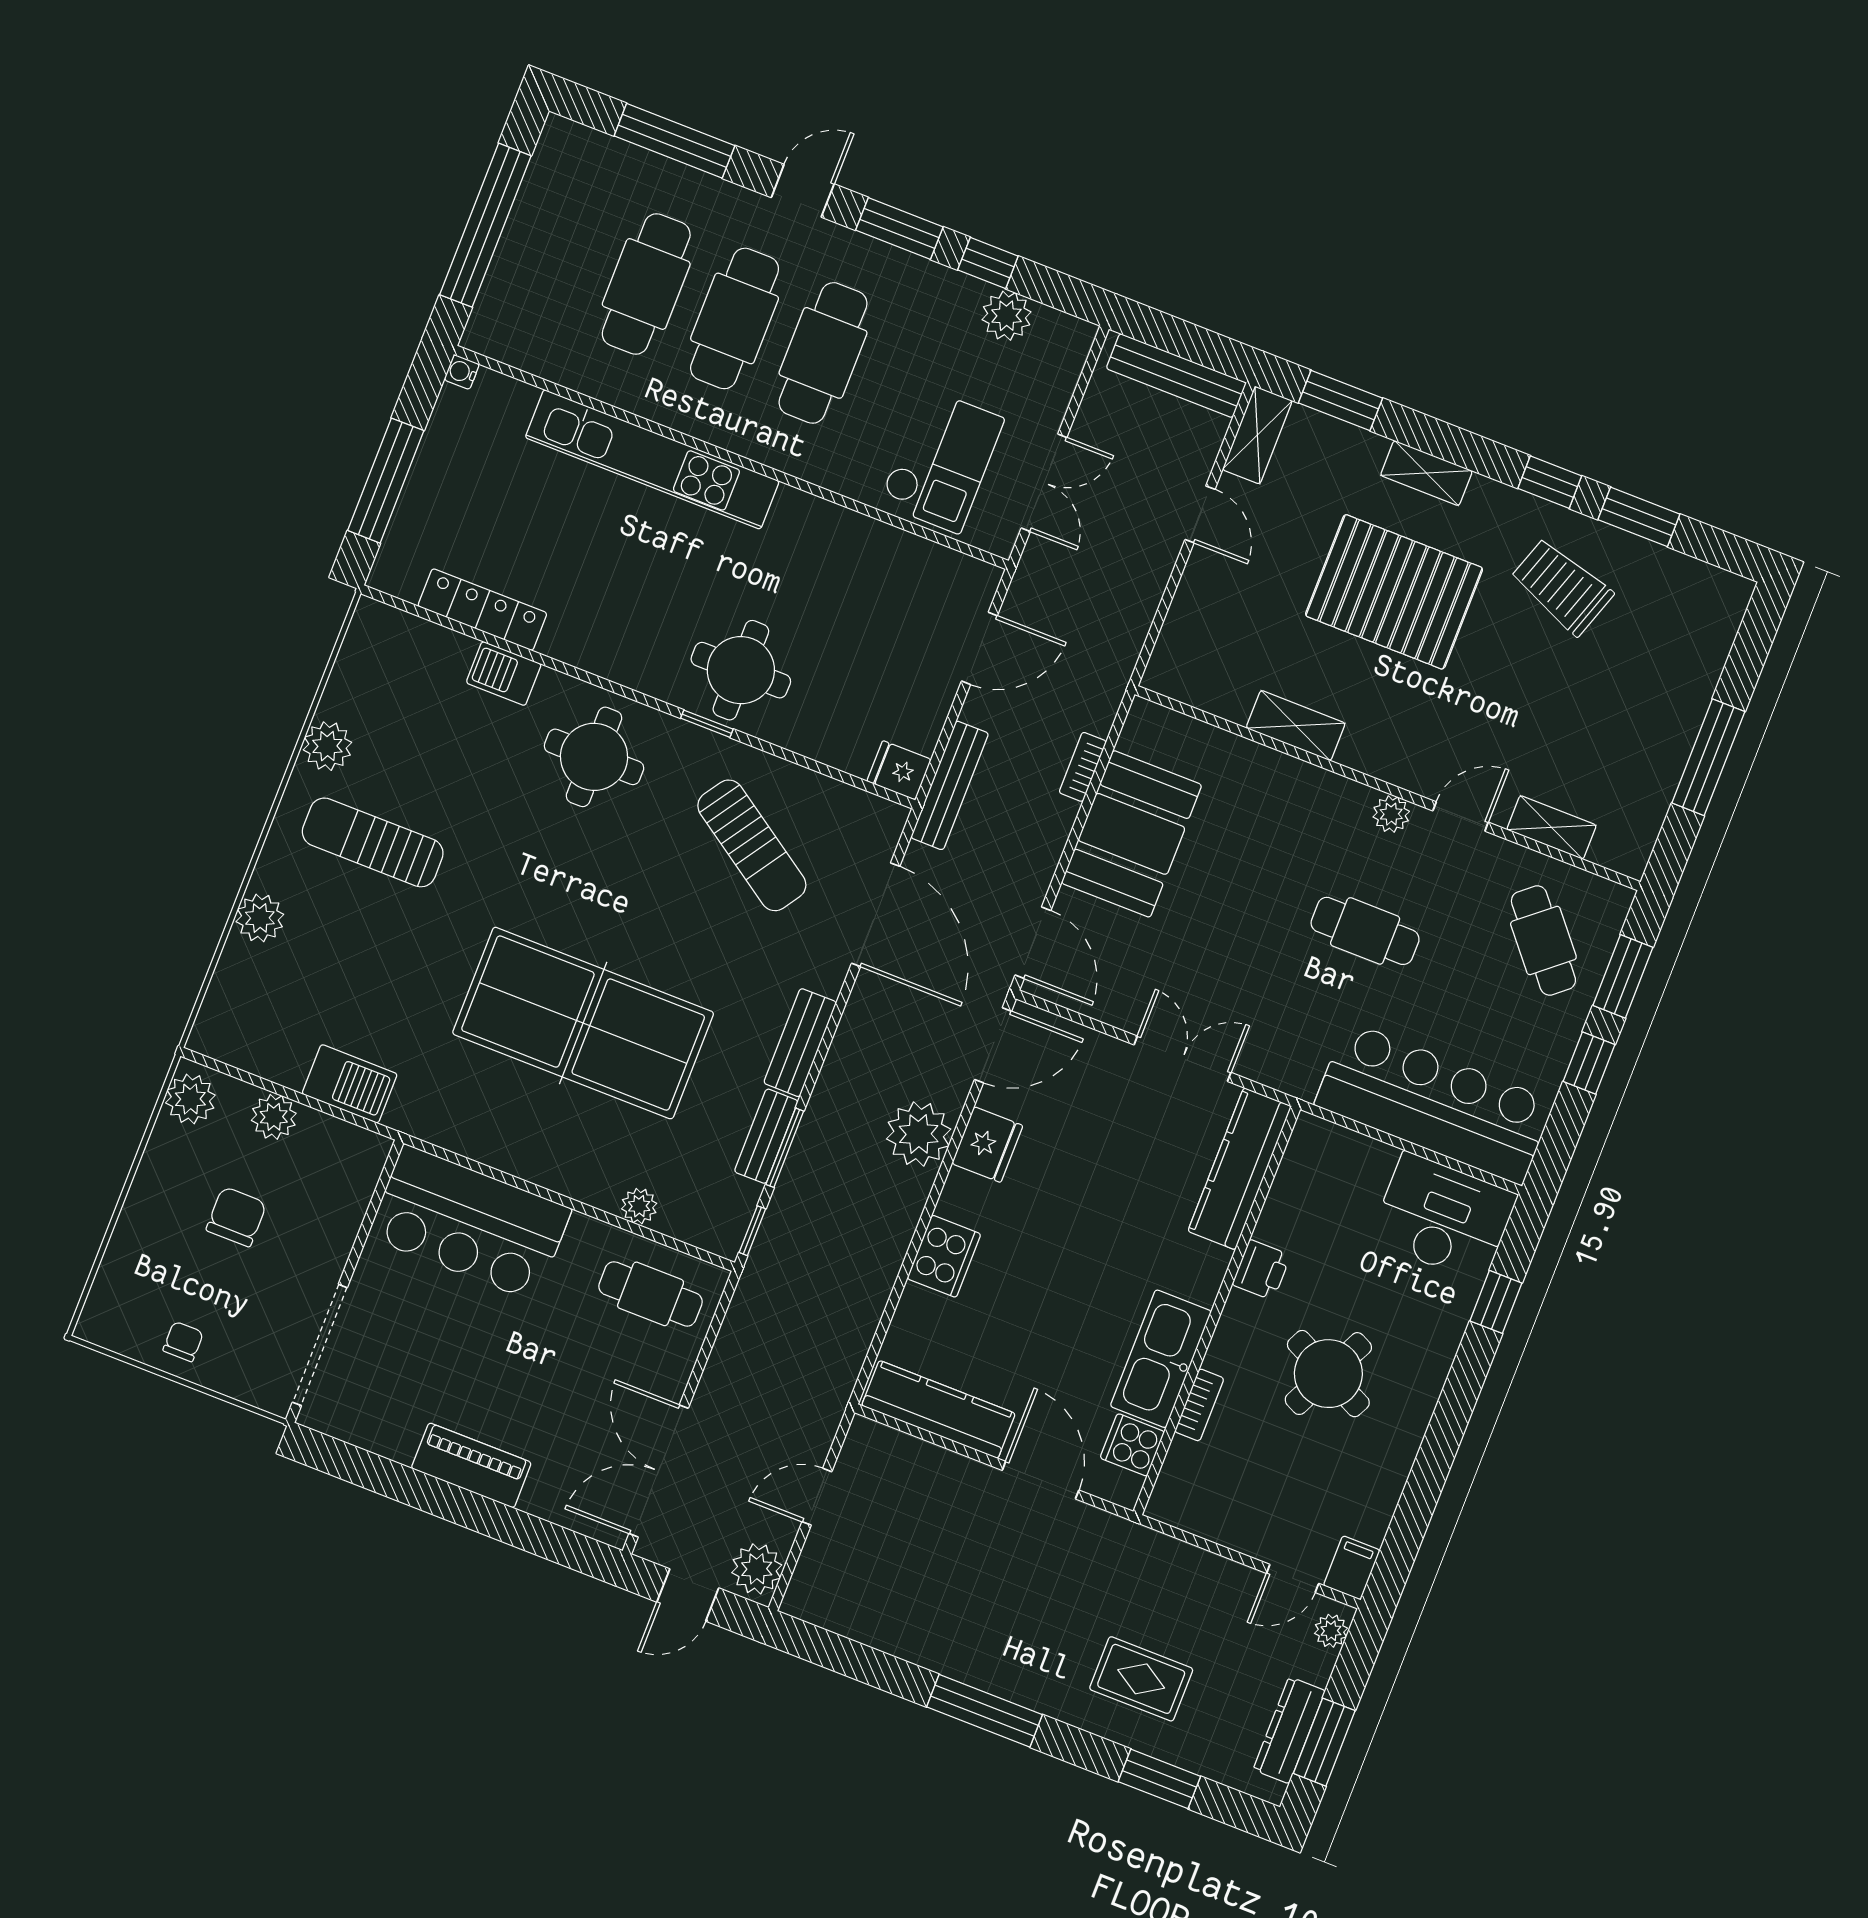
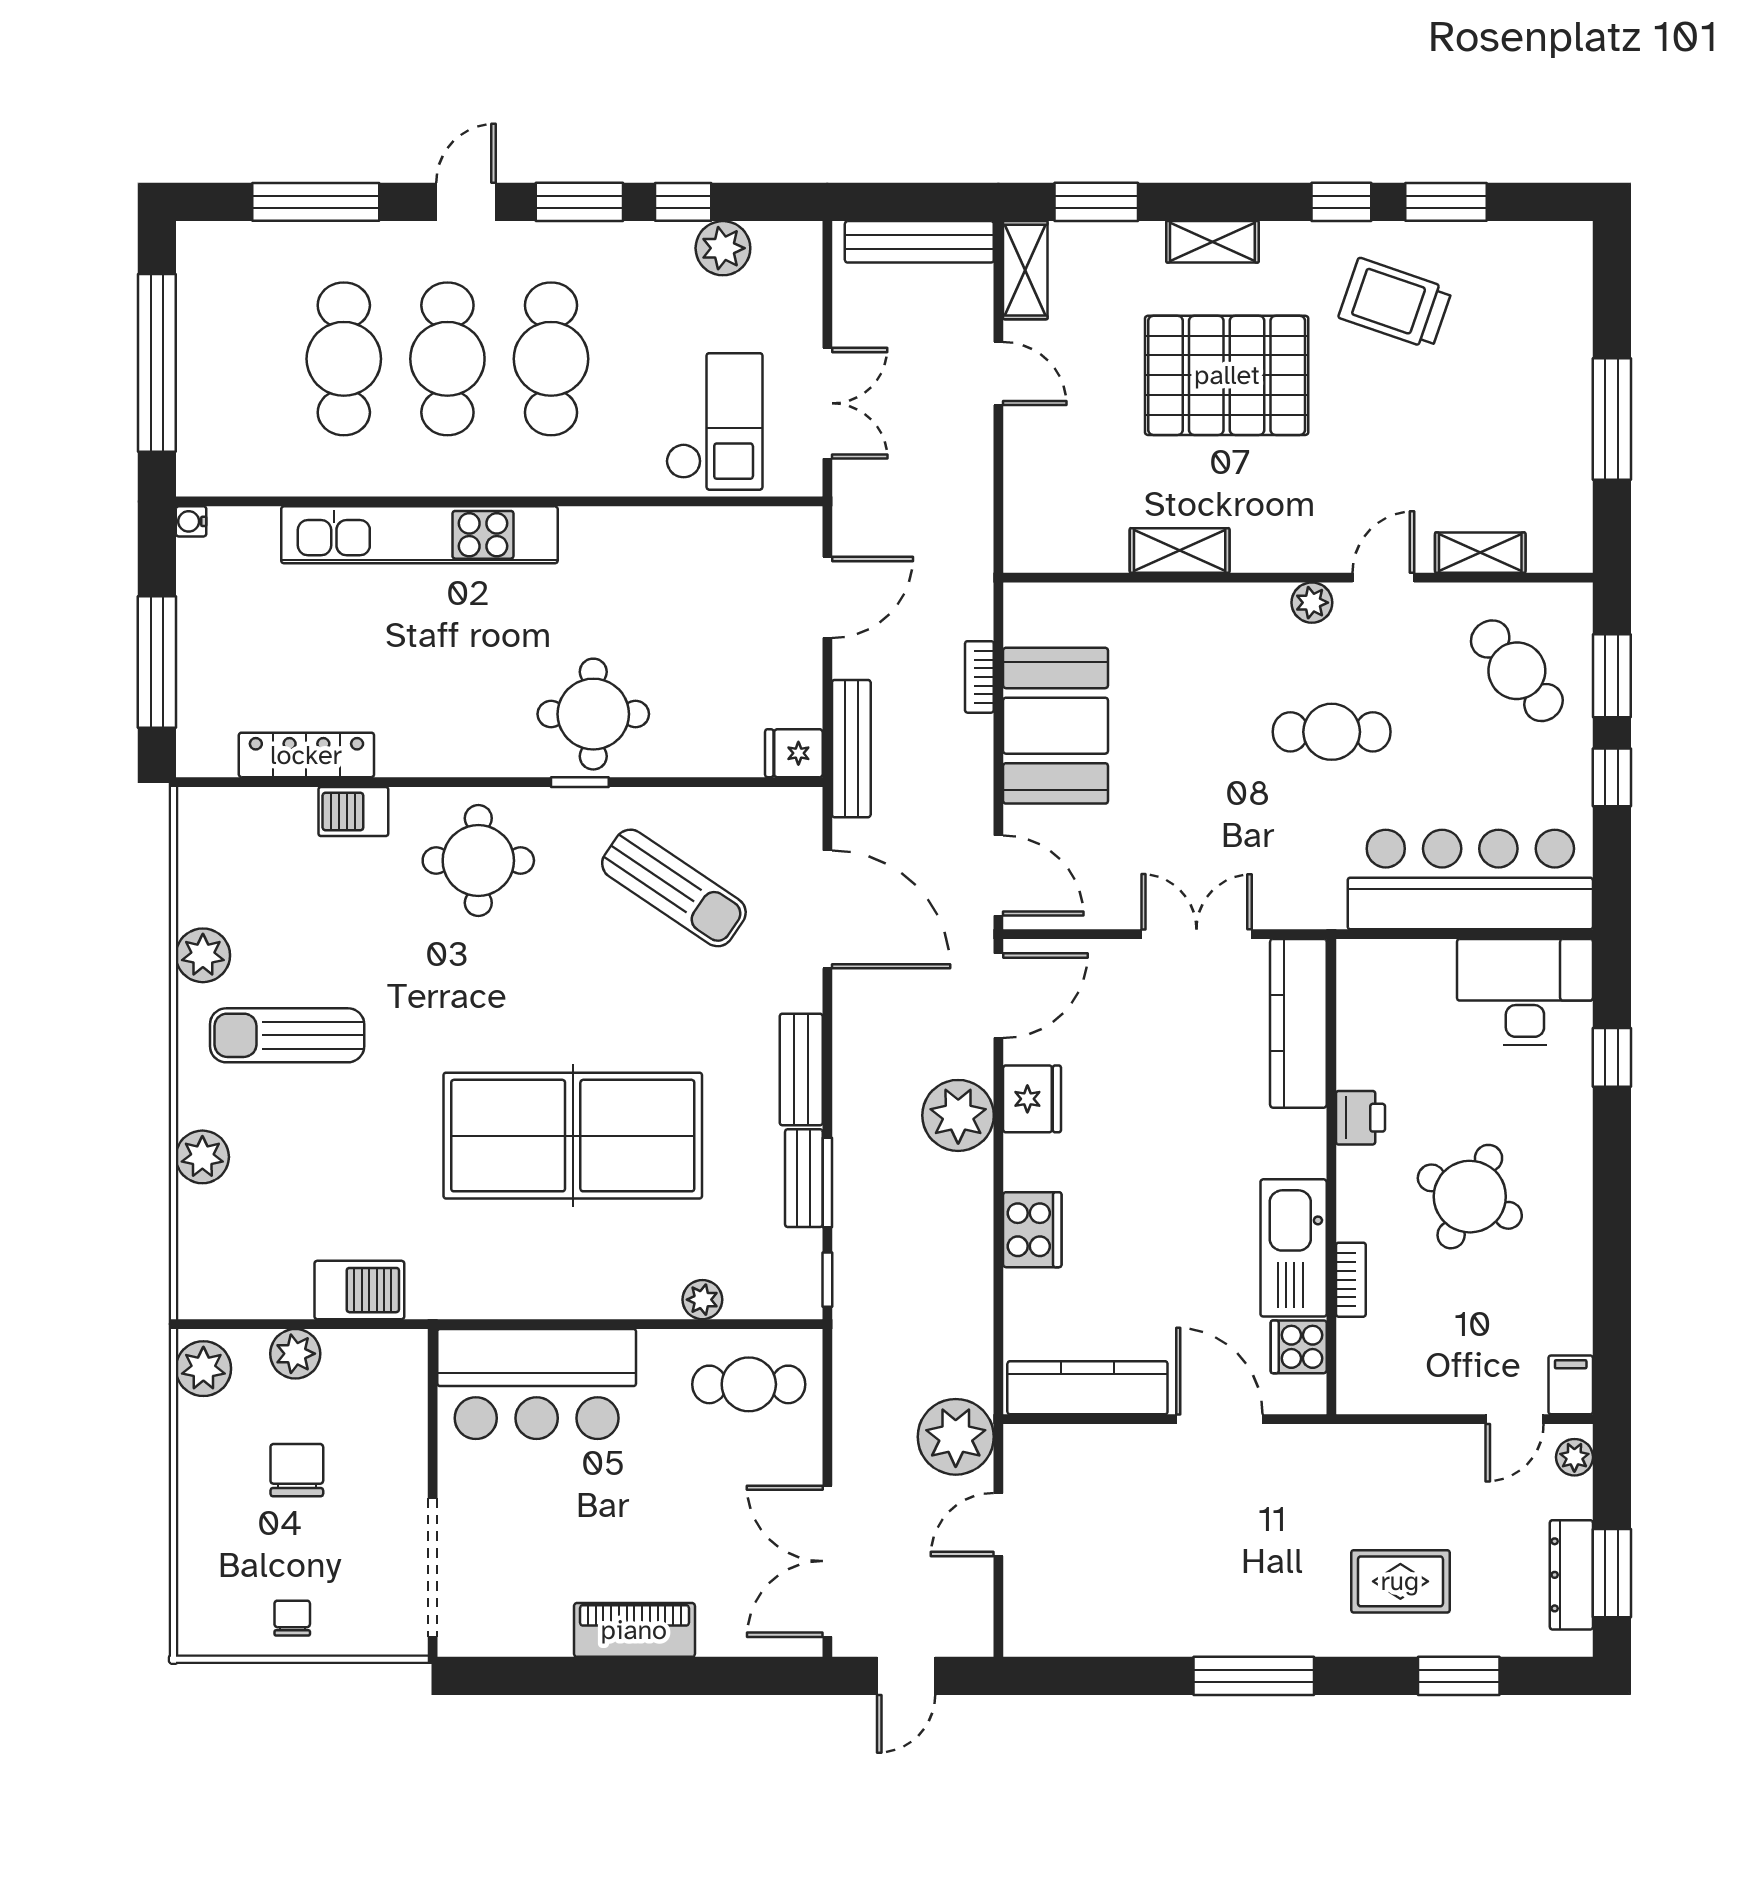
plant: (757, 1569) -> (956, 1437), moved, width x1.36, depth x1.36

